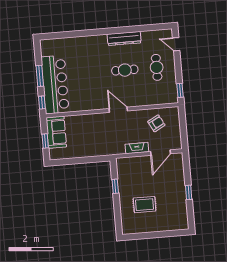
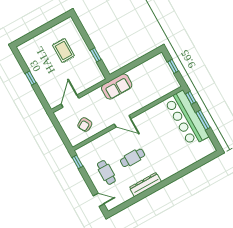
sofa: (56, 132) -> (117, 86), moved, turned -90
fireplace: (137, 148) -> (92, 96), removed
rug: (145, 205) -> (63, 50), turned 90

